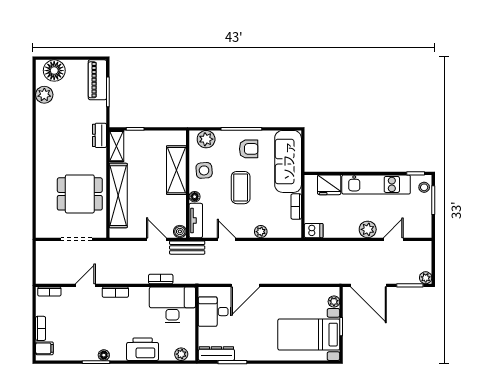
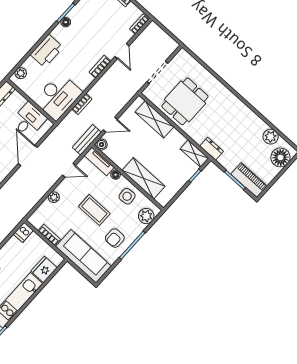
shelving: (118, 196) -> (155, 119), width x0.68

